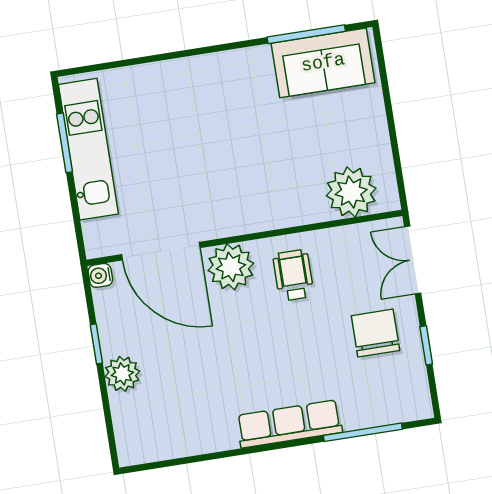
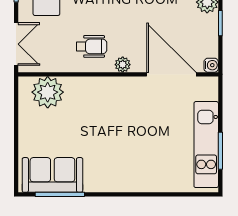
plant: (231, 267) -> (123, 65), width x0.53, depth x0.53
wheelchair: (293, 275) -> (92, 46), turned -90

